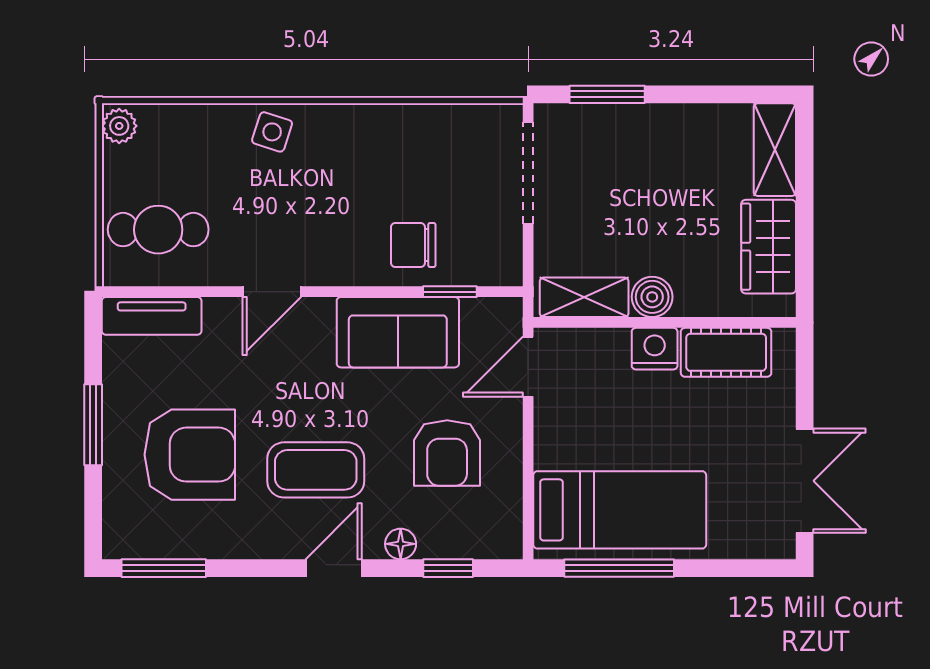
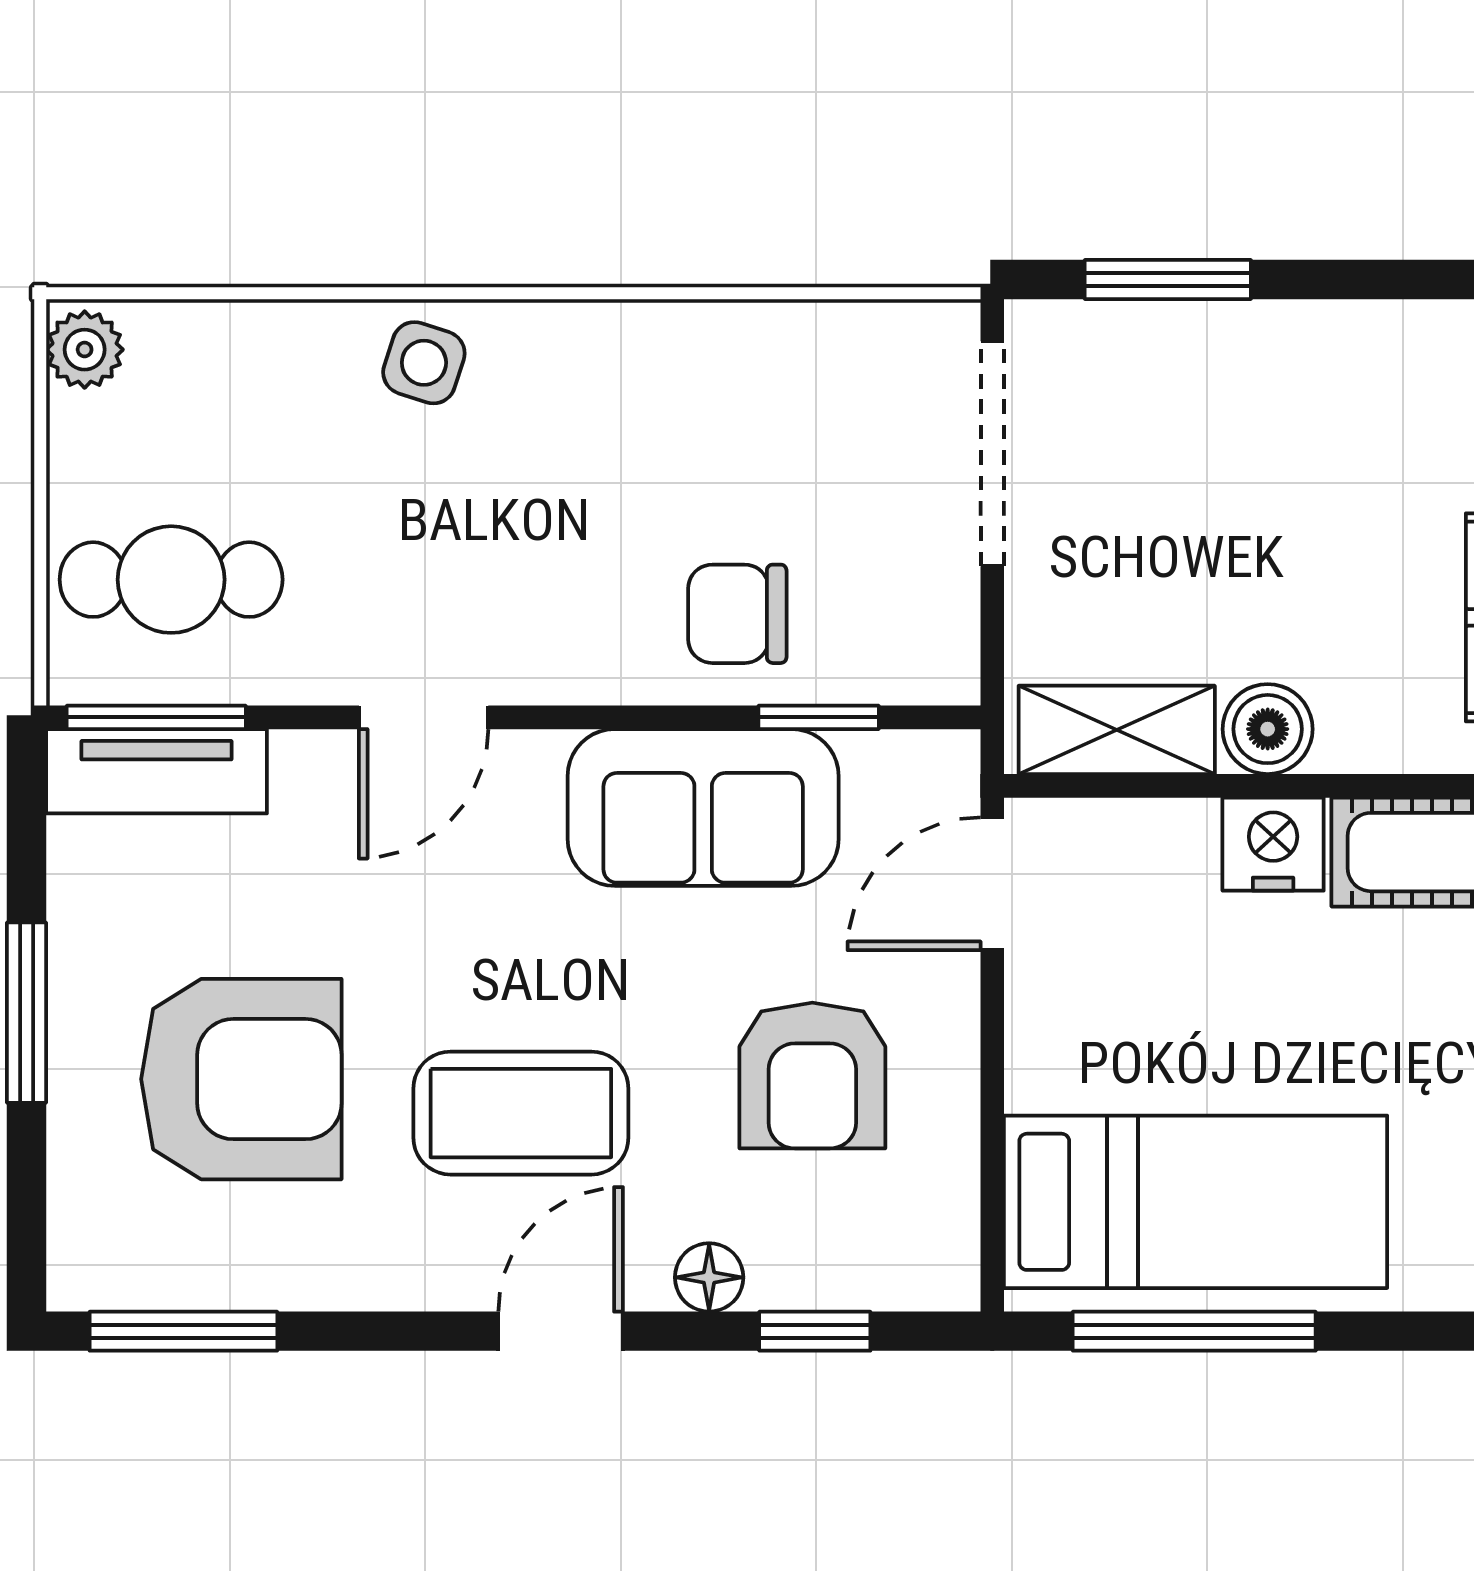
window: (151, 292) -> (156, 717), added

